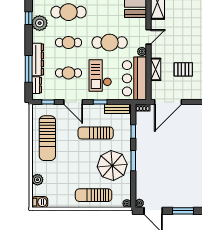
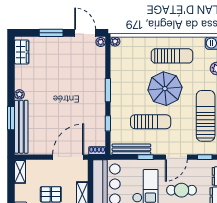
door: (73, 102) -> (176, 157), swing flipped
bench: (117, 109) -> (131, 149), width x1.36
parasol: (112, 165) -> (165, 89), moved
sun lounger: (94, 195) -> (172, 56), moved

